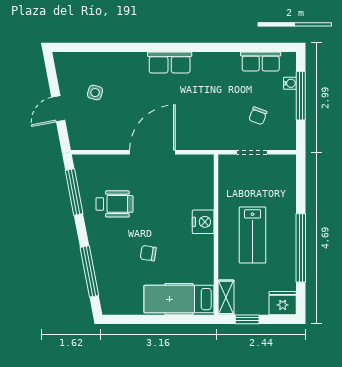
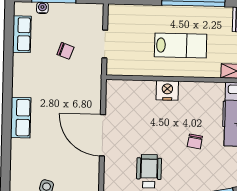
chair: (258, 116) -> (65, 51), moved

